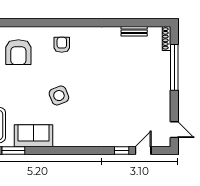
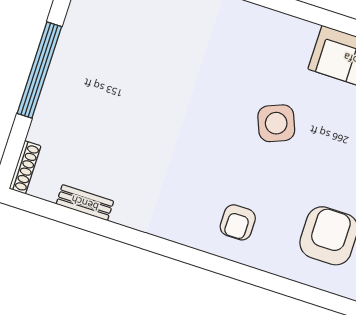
window: (174, 67) -> (39, 70), moved

